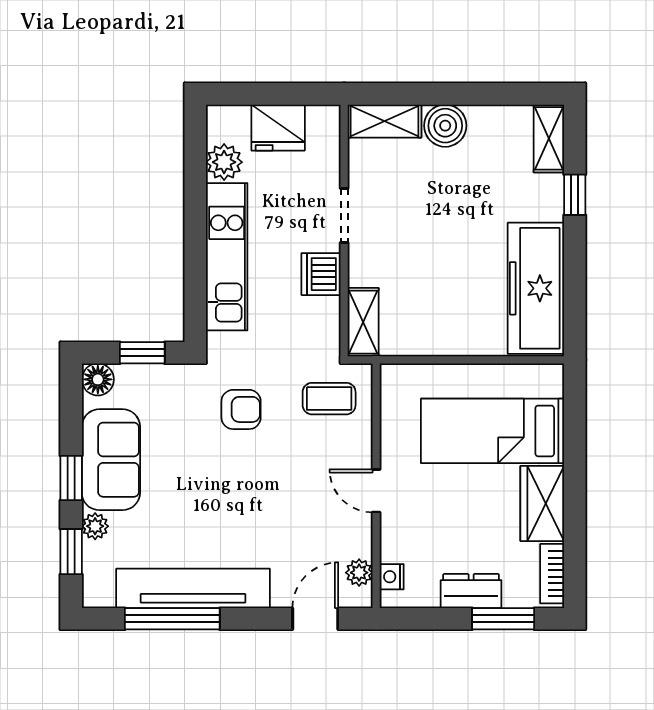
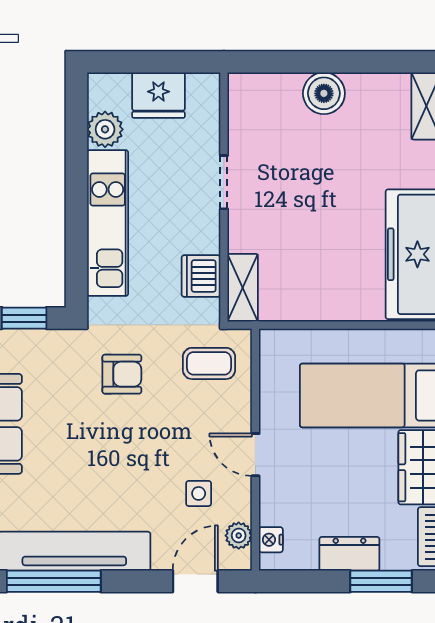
shelving: (384, 121) -> (264, 89), removed
dishwasher: (321, 274) -> (201, 276), moved
side table: (319, 530) -> (199, 493), added

